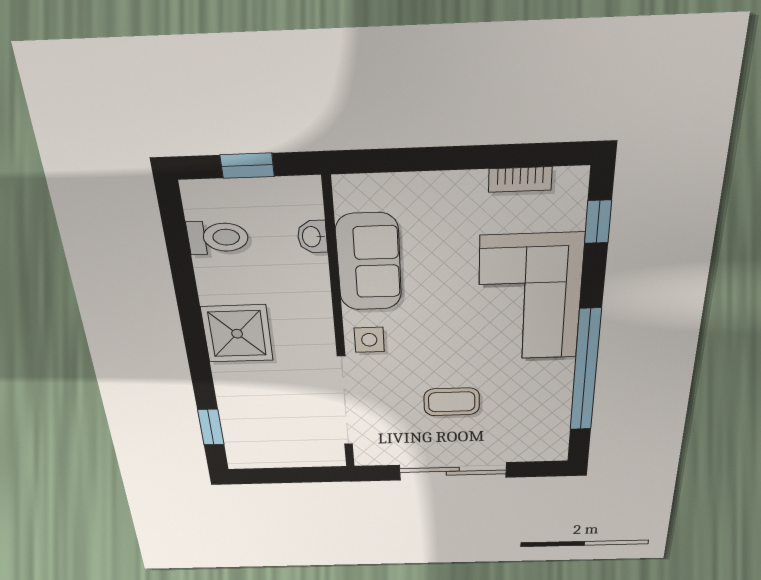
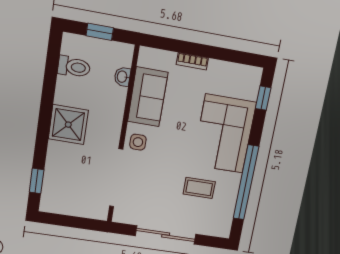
bookcase: (520, 180) -> (192, 61), moved
coffee table: (452, 402) -> (199, 188), moved

